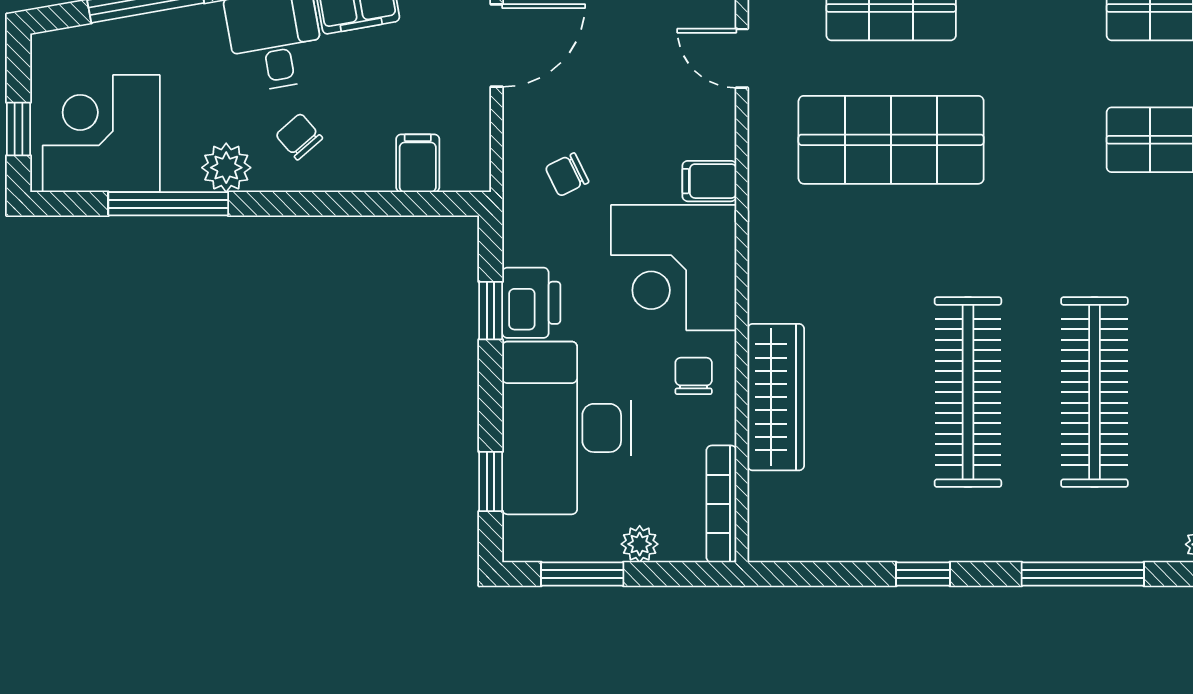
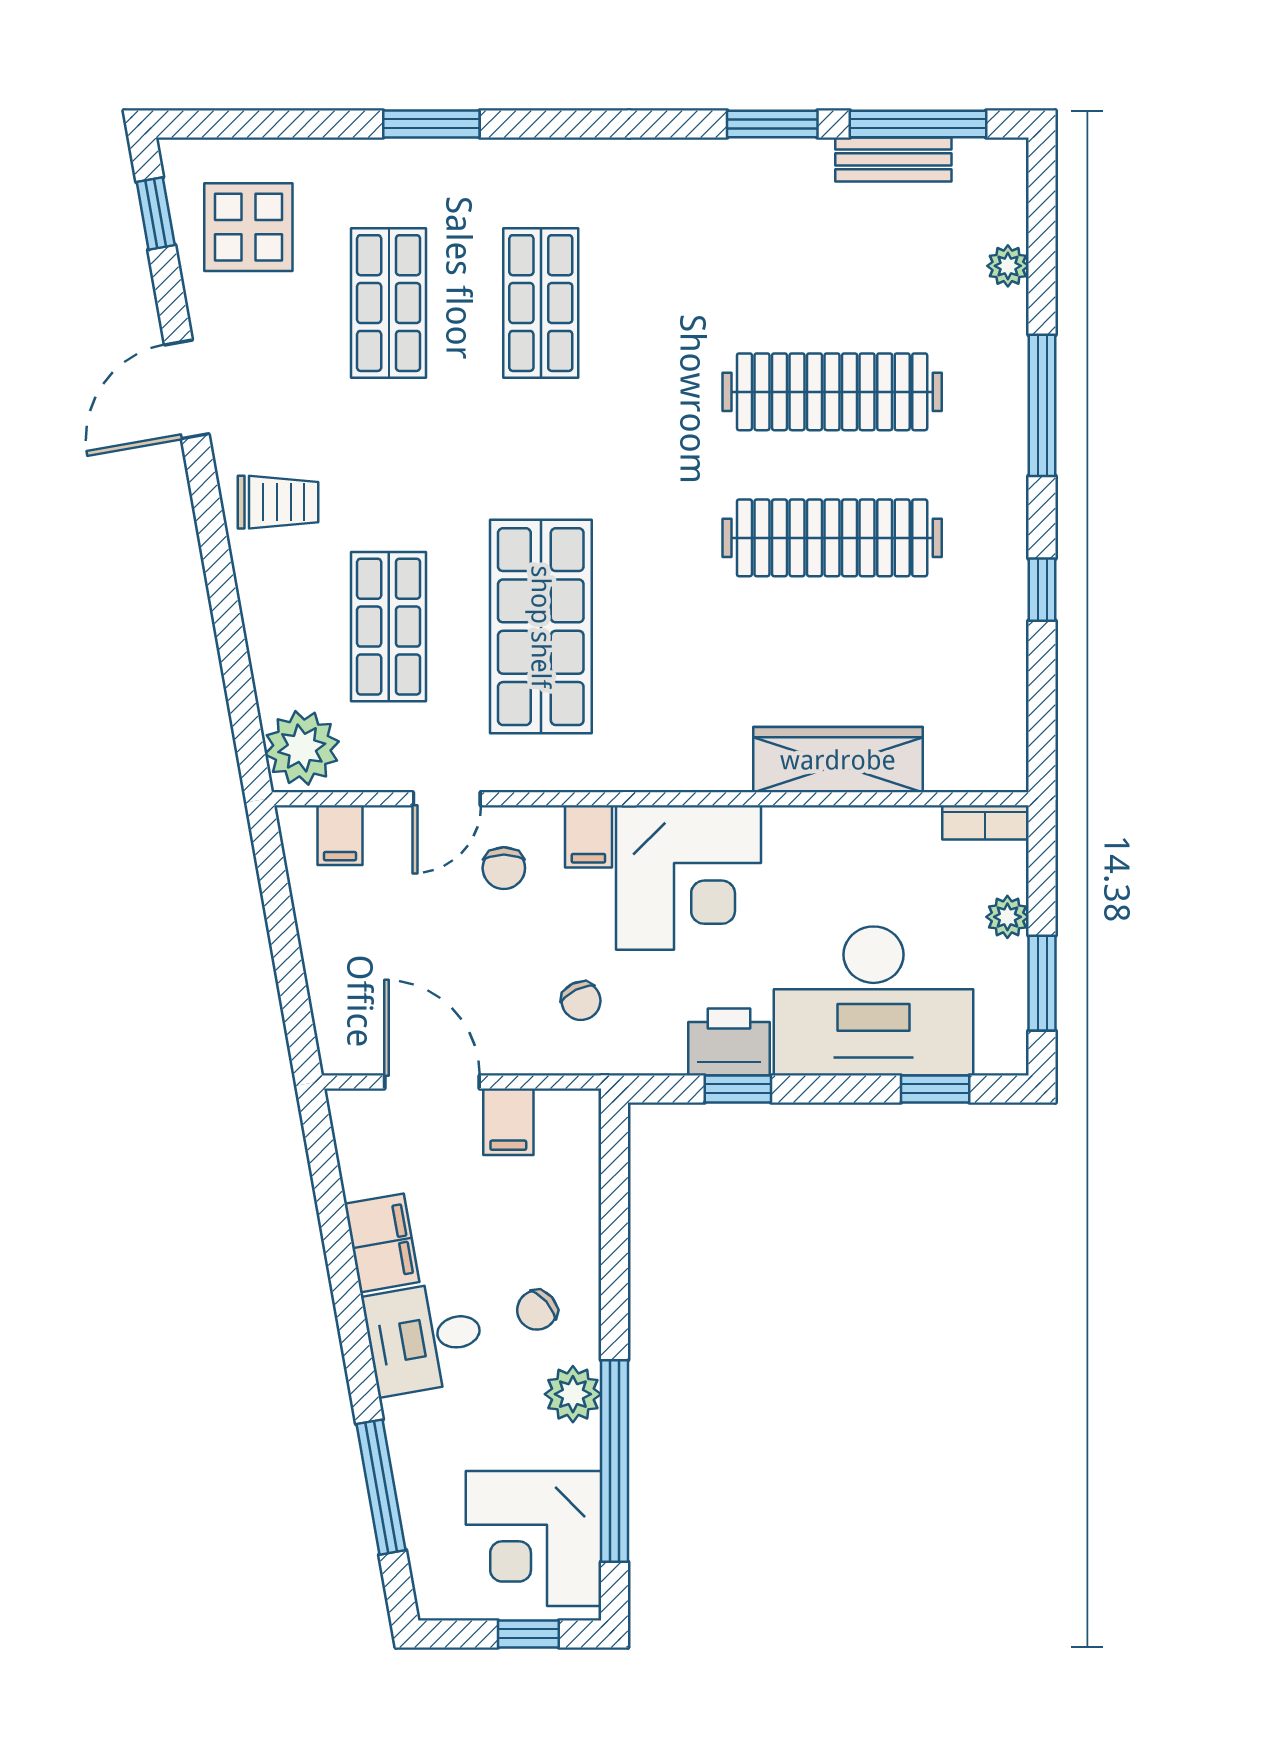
filing cabinet: (418, 163) -> (508, 1122), moved, turned -90
window: (168, 204) -> (615, 1461), width x1.46
chair: (694, 376) -> (504, 868), moved, turned -90
bookcase: (721, 504) -> (985, 822), width x0.64

